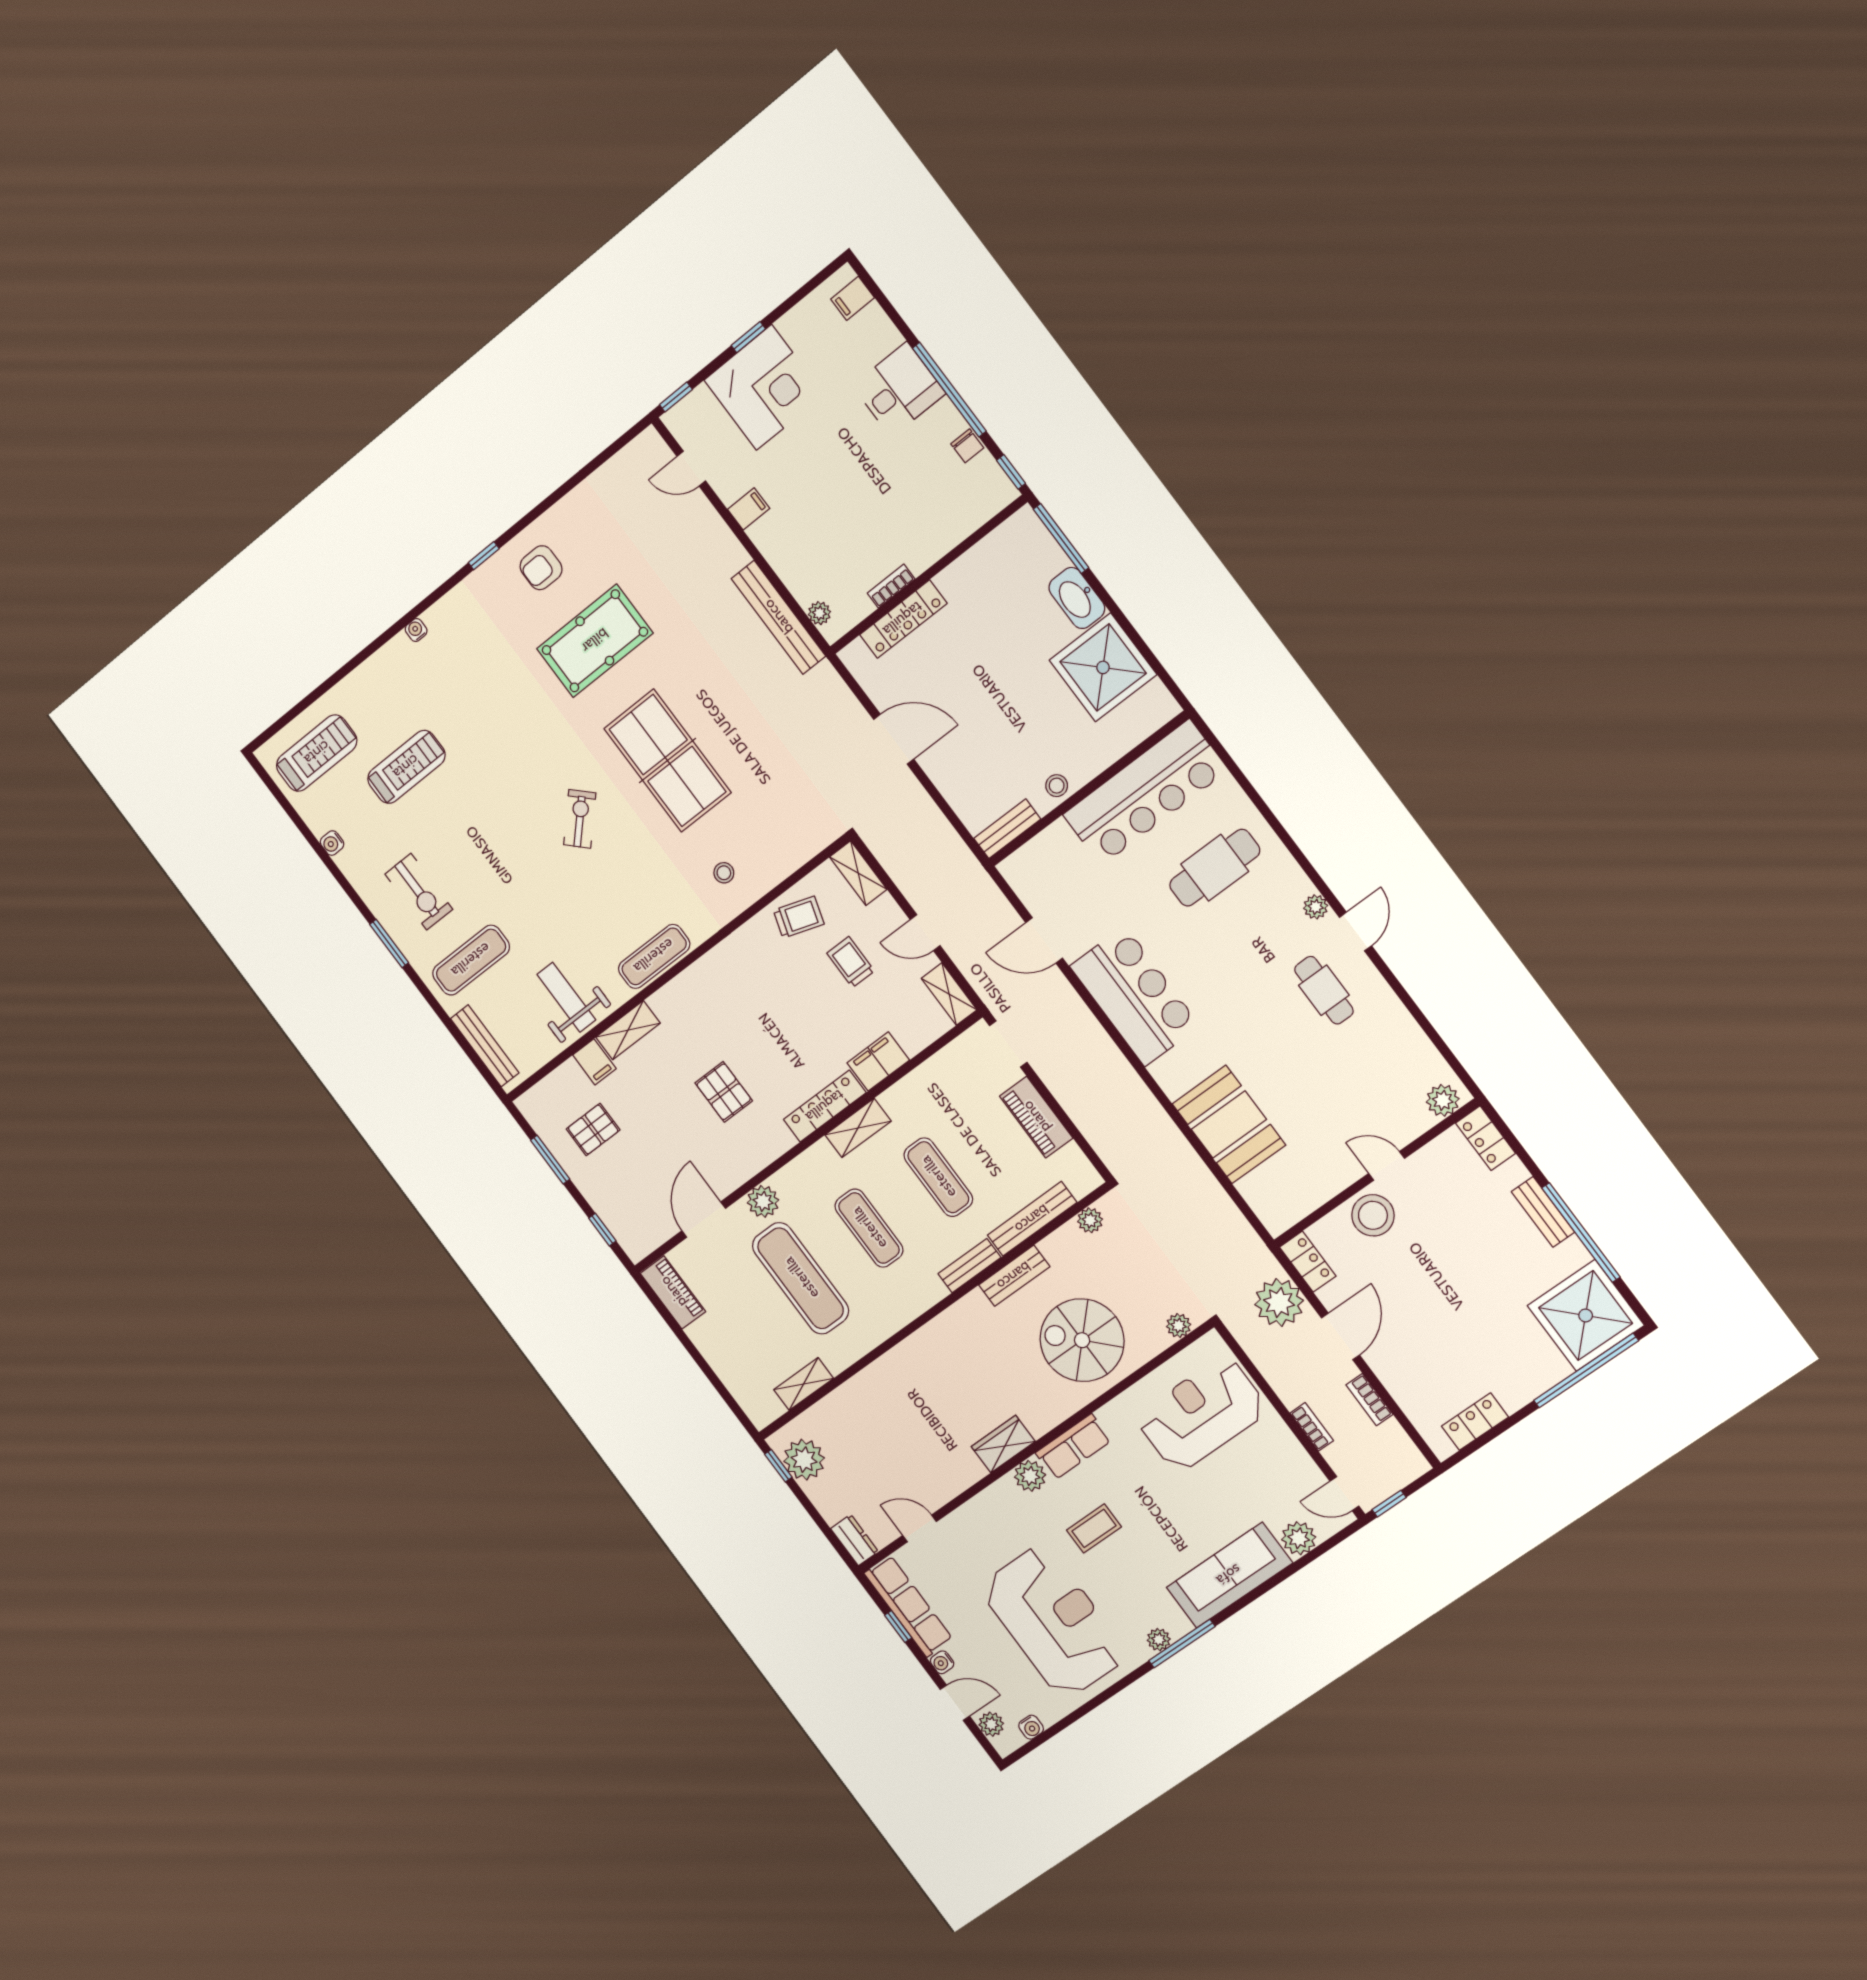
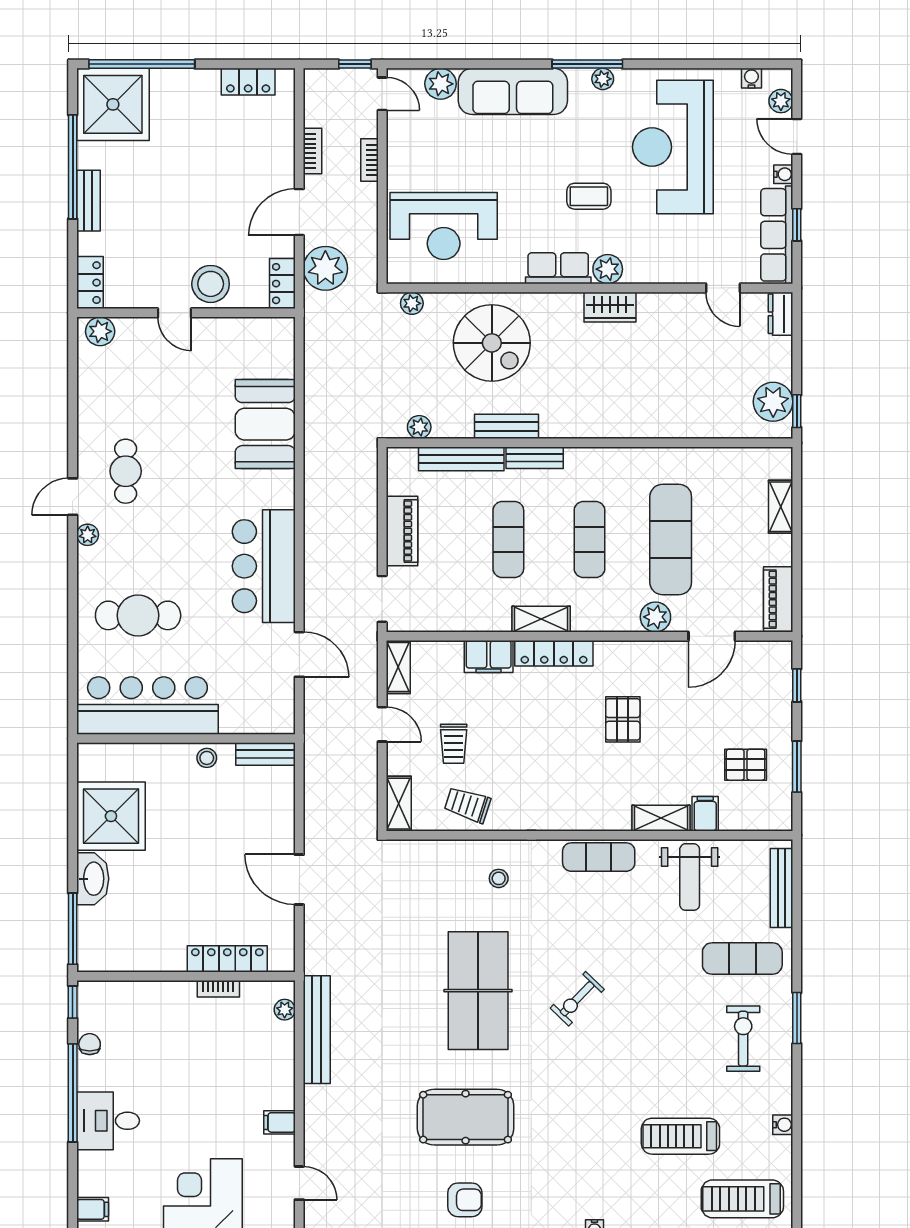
shelving: (804, 1384) -> (781, 507), moved, turned 90

